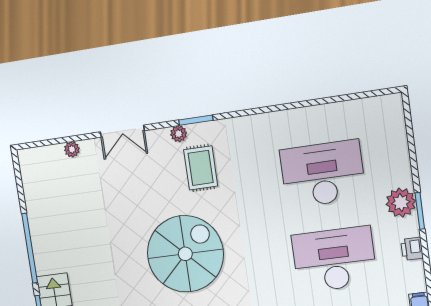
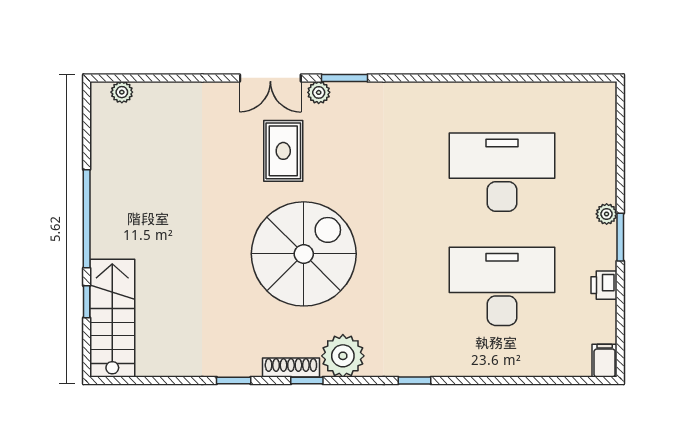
double door: (122, 131) -> (270, 78), moved
plant: (72, 149) -> (122, 92), moved
rug: (201, 168) -> (283, 151), moved
plant: (401, 203) -> (607, 214), width x0.53, depth x0.53

